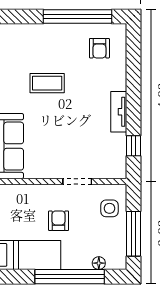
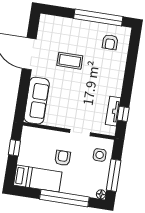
tv unit: (119, 112) -> (113, 111), moved
floor lamp: (99, 263) -> (101, 194), moved

